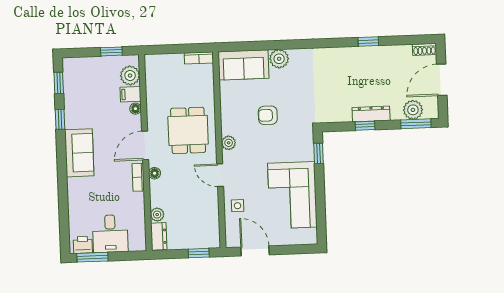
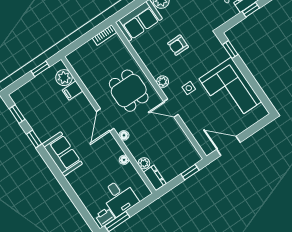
floor lamp: (135, 109) -> (124, 160), moved
bookcase: (138, 177) -> (114, 145), removed
side table: (238, 206) -> (189, 88), moved

